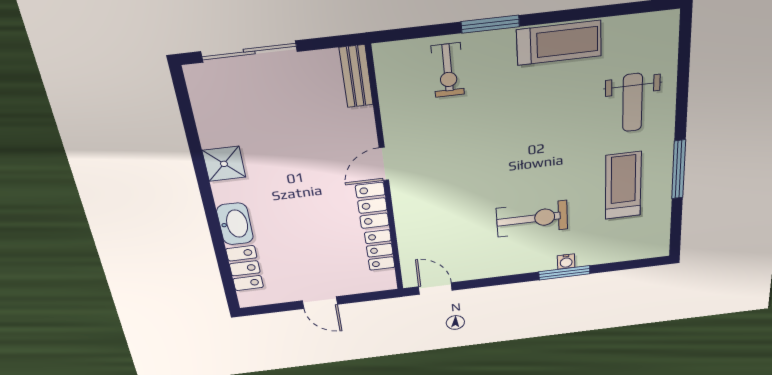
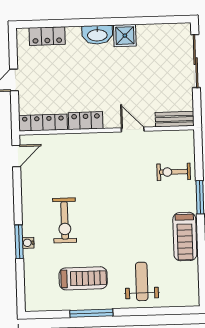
weight bench: (632, 103) -> (142, 281), turned 90
door: (384, 164) -> (133, 130), moved
washbasin: (235, 224) -> (97, 35), moved
locker: (380, 250) -> (43, 123), width x1.53

